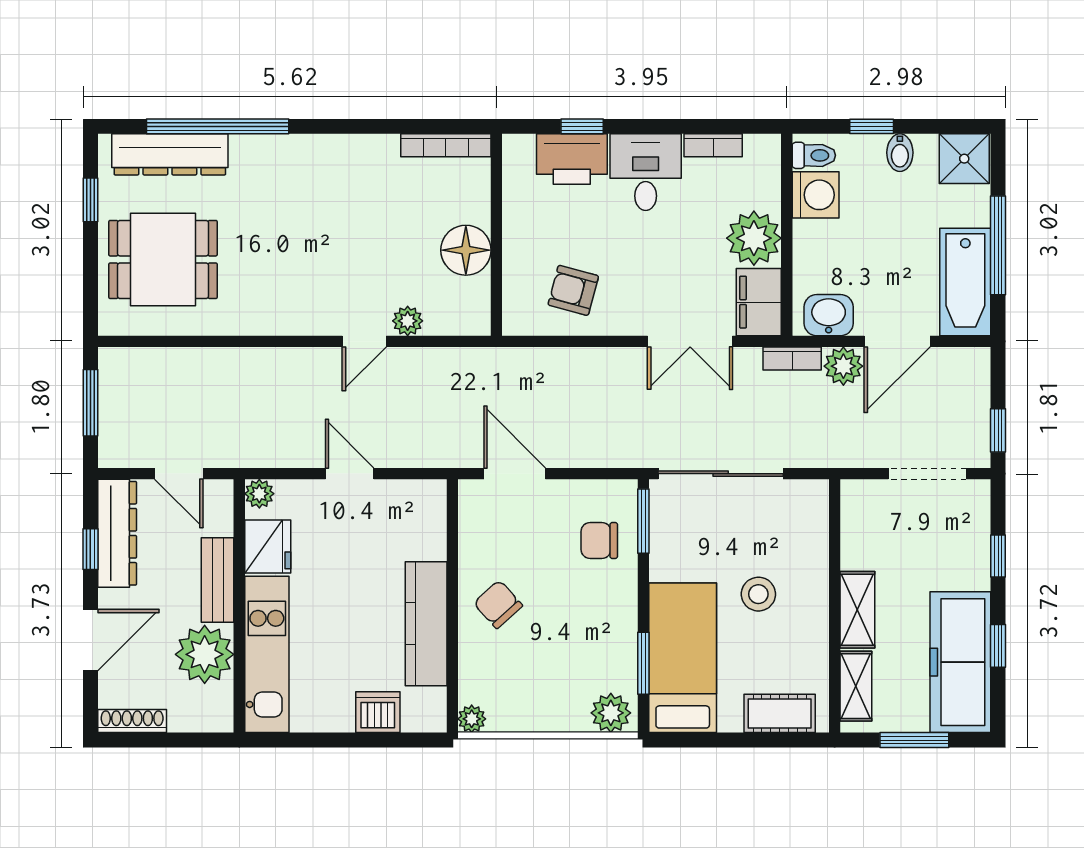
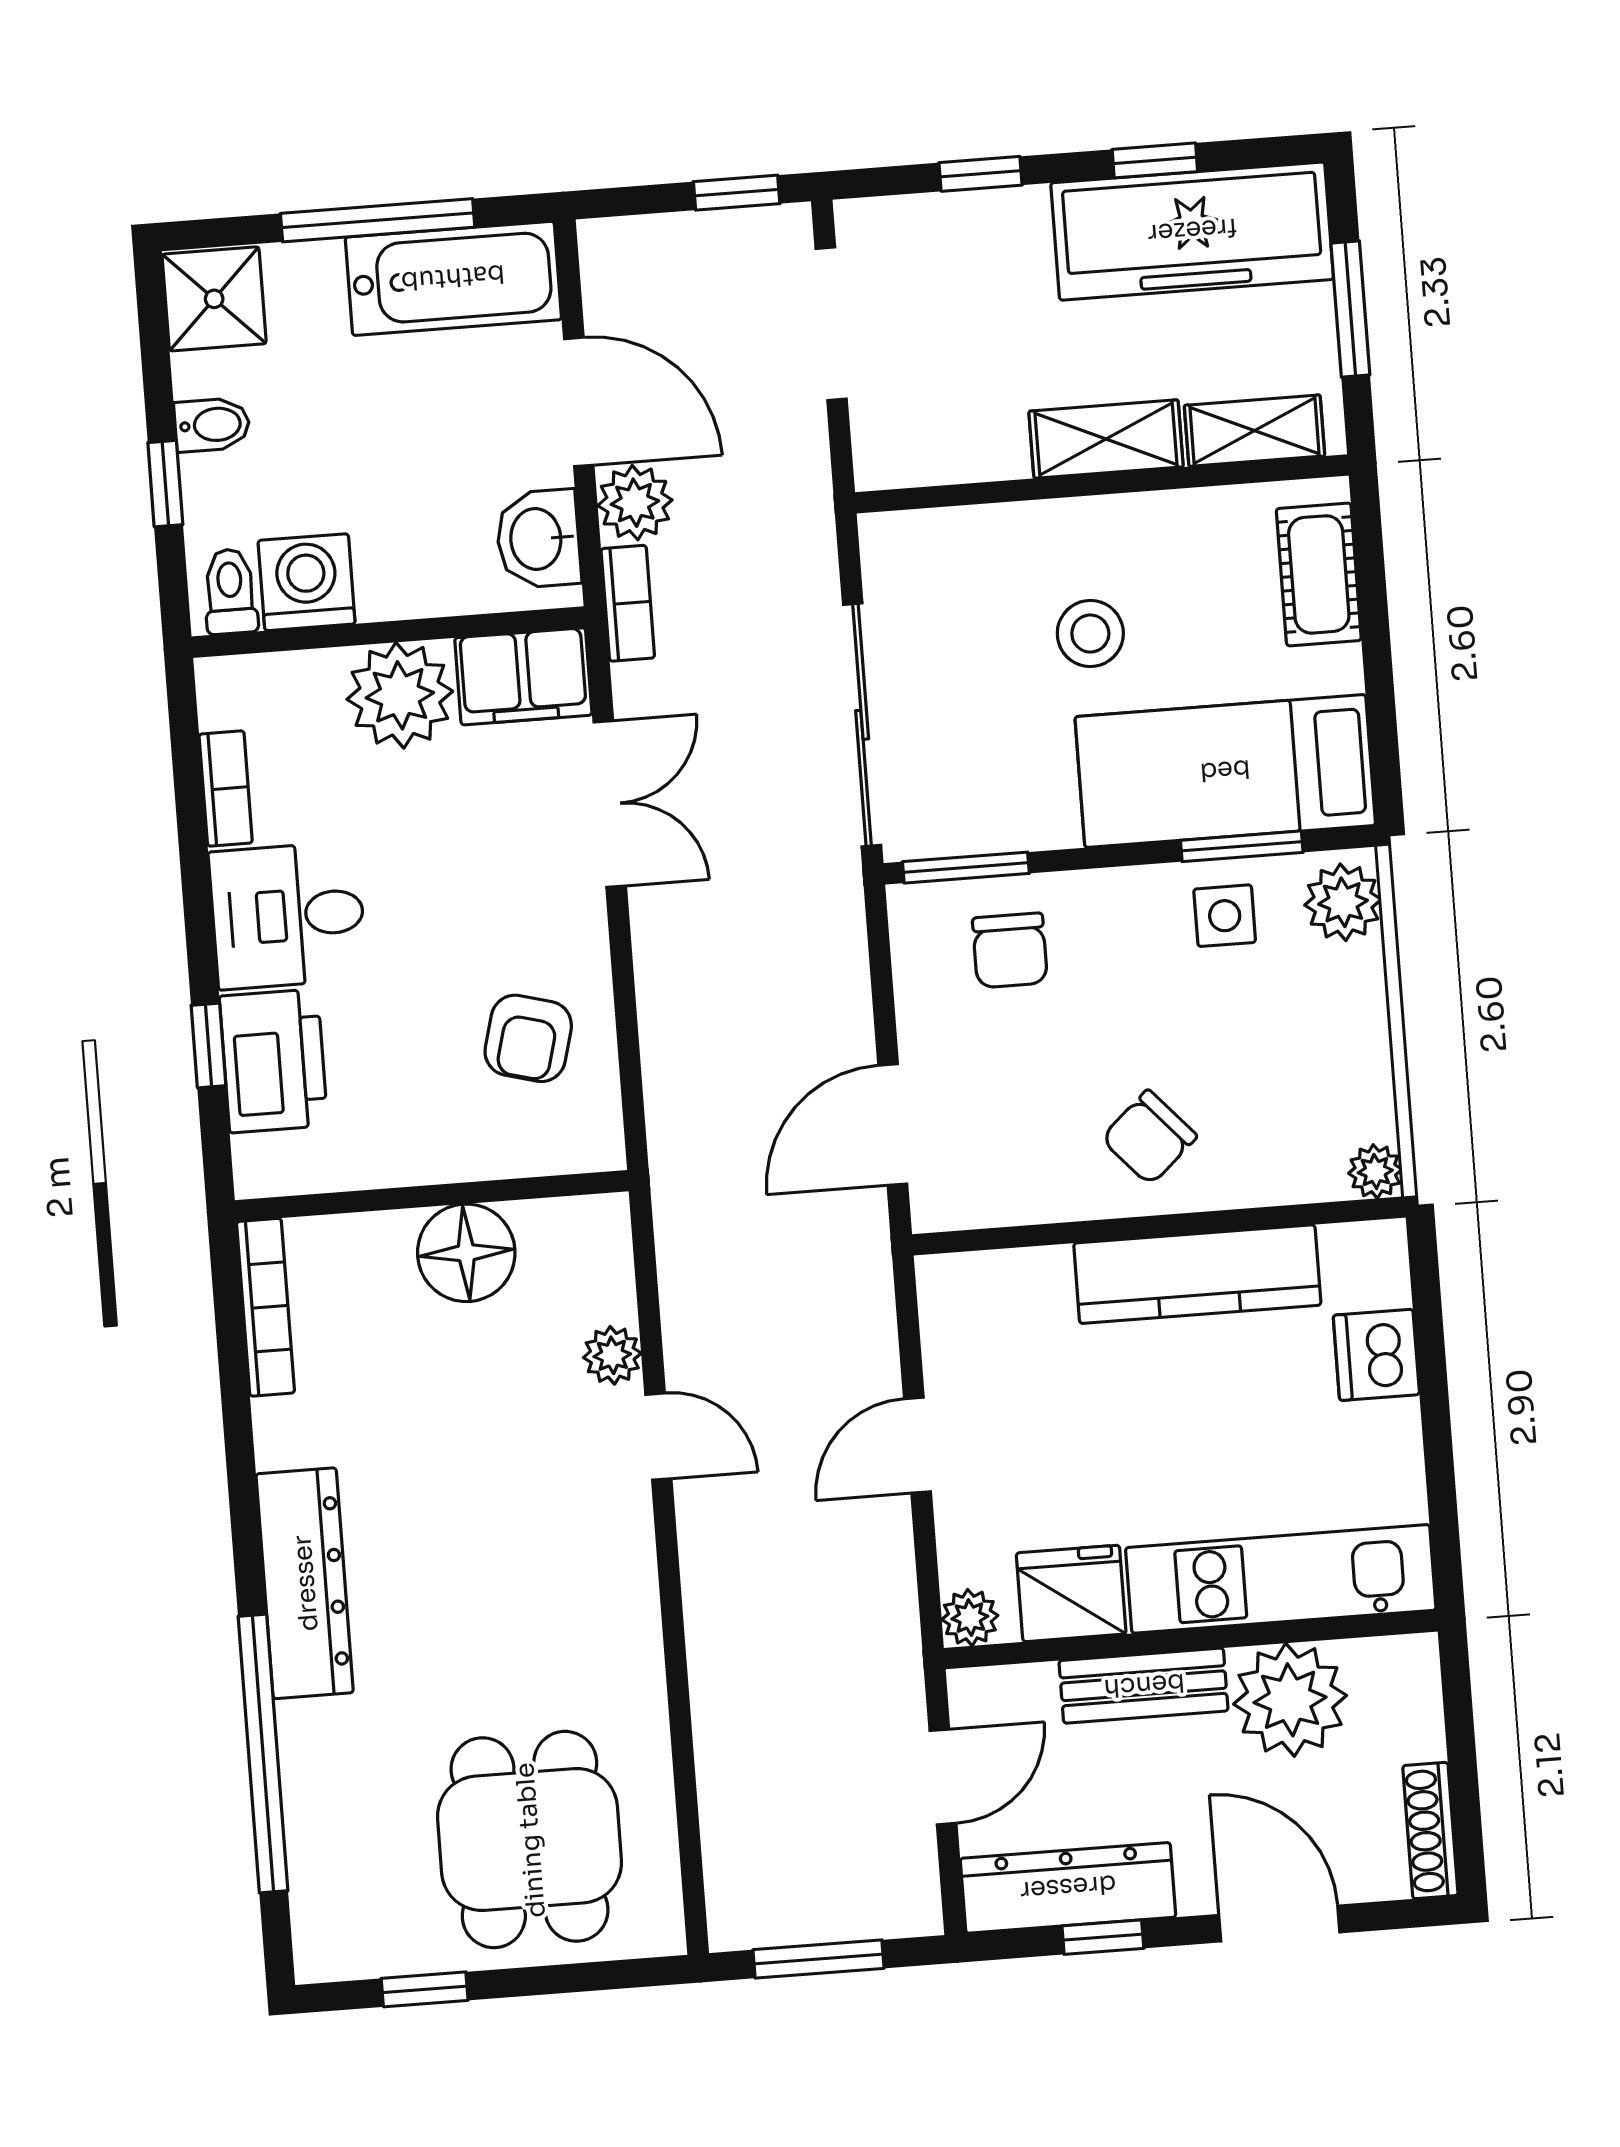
dresser: (170, 154) -> (305, 1583), moved
side table: (609, 652) -> (1225, 916), added

